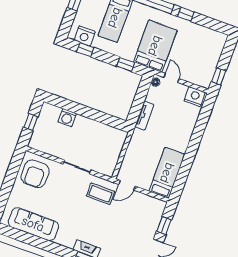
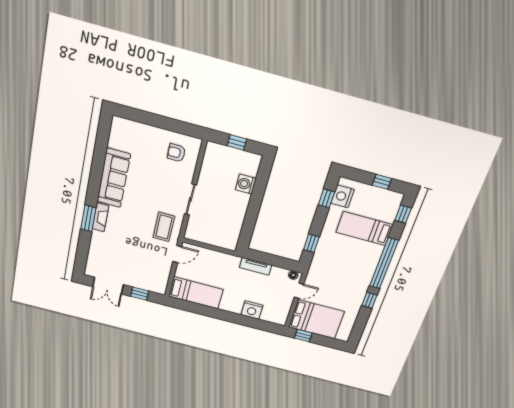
bed: (155, 46) -> (316, 319), moved
nightstand: (195, 97) -> (252, 310), moved, turned 90
armchair: (35, 174) -> (176, 153), width x0.53, depth x0.53
door: (127, 185) -> (177, 254), swing flipped
sofa: (33, 224) -> (114, 178), moved

